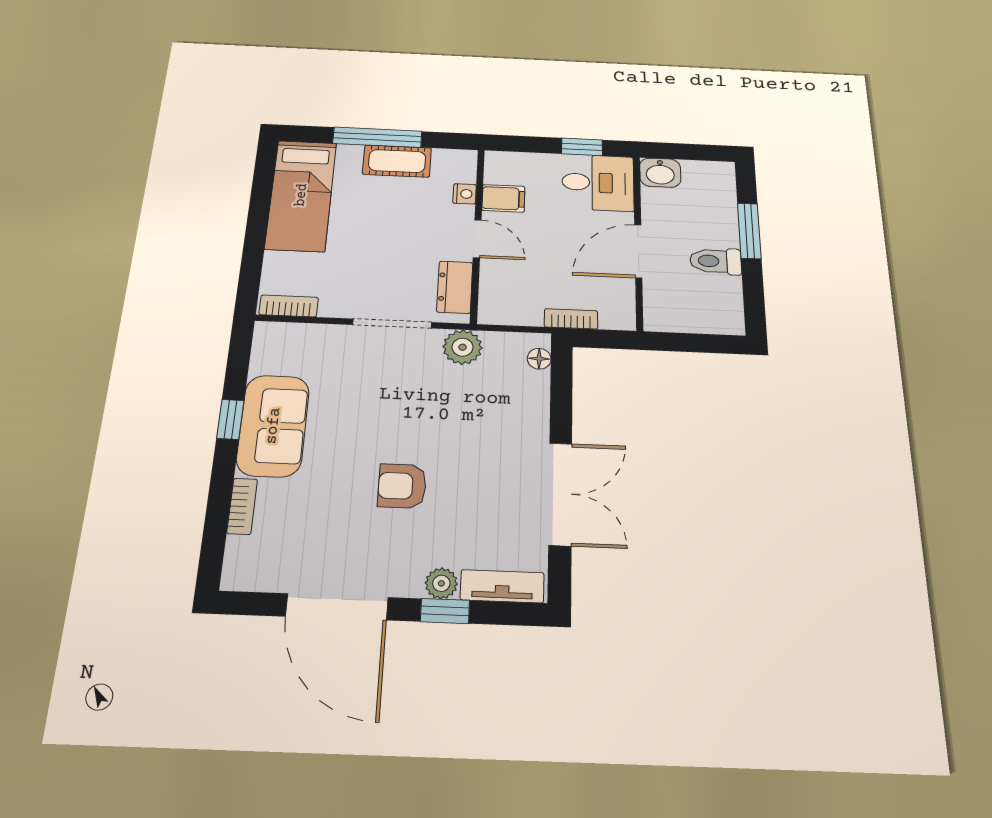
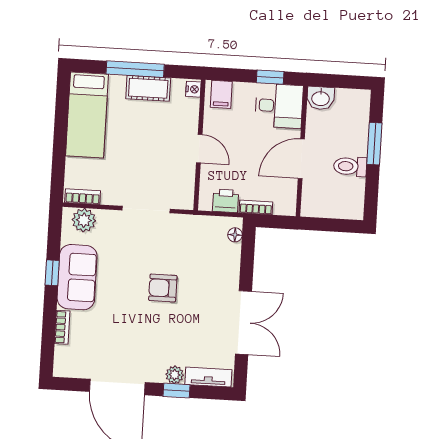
nightstand: (465, 194) -> (193, 89), moved
filing cabinet: (503, 198) -> (221, 94), moved, turned 90
dresser: (455, 287) -> (185, 184), removed
printer: (522, 310) -> (226, 201), added
plant: (463, 347) -> (84, 220), moved
armchair: (402, 486) -> (163, 288), moved

